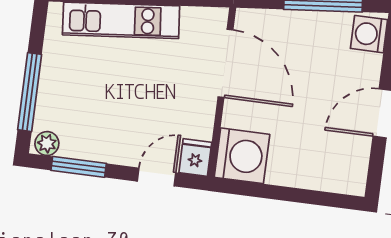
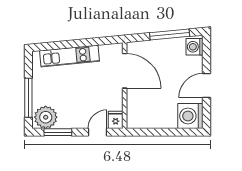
plant: (47, 144) -> (46, 117), width x1.88, depth x1.88
washing machine: (242, 156) -> (190, 116), moved, turned 180

